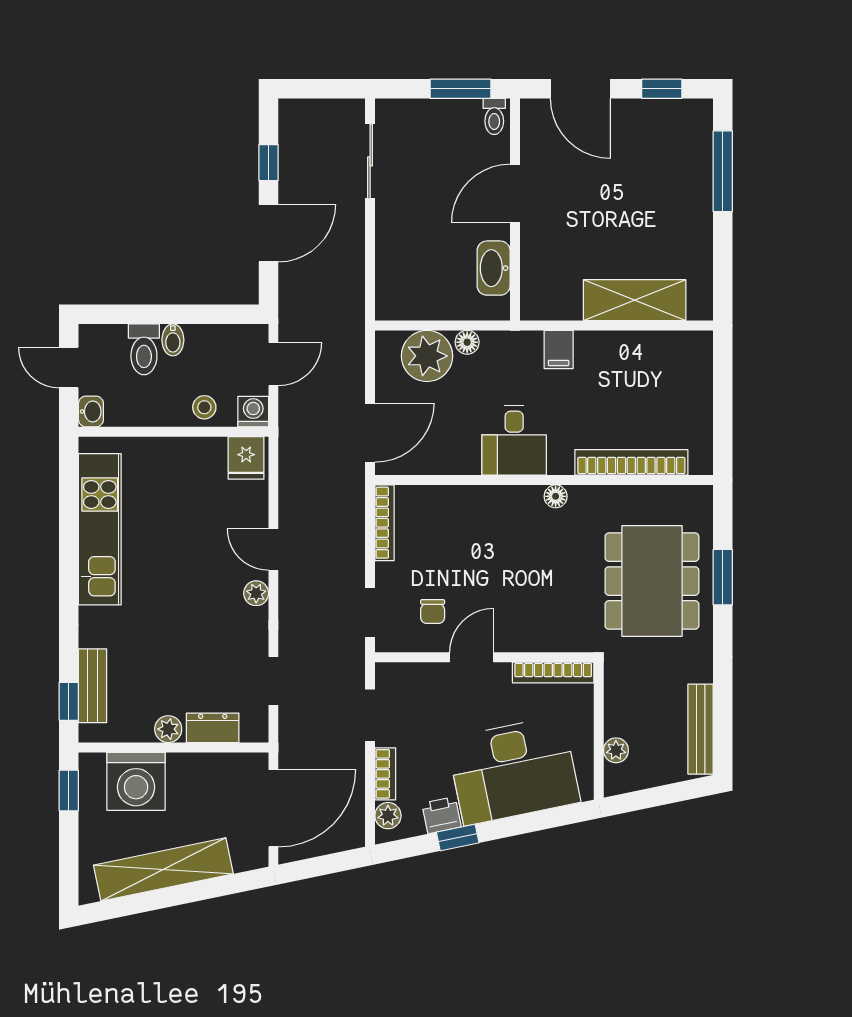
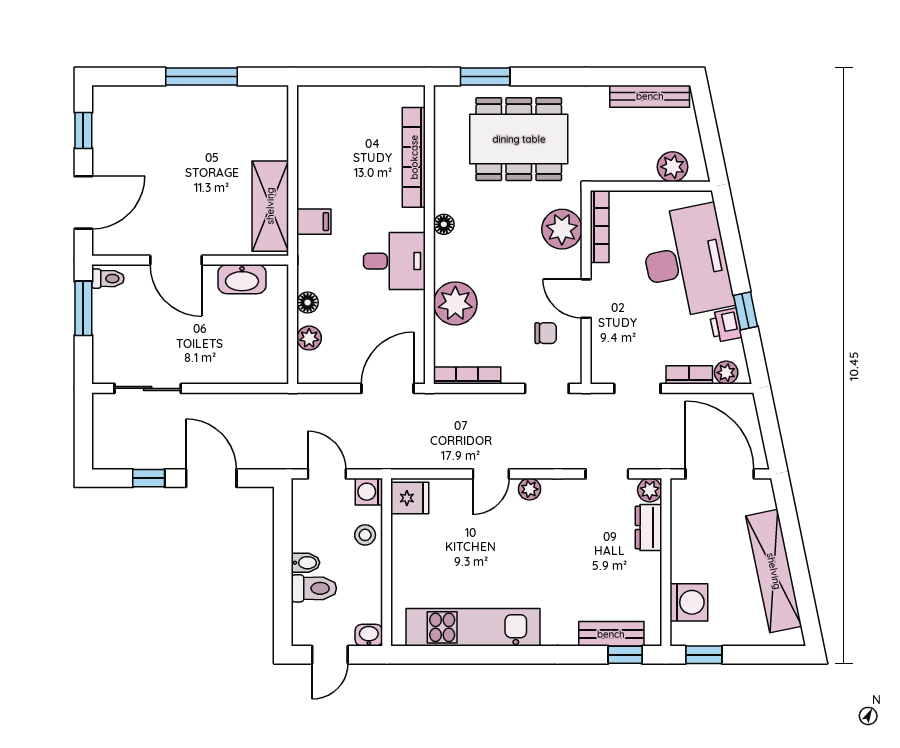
window: (723, 171) -> (201, 76), moved
shelving: (635, 300) -> (270, 206), moved
plant: (427, 356) -> (309, 338), width x0.53, depth x0.53
door: (370, 433) -> (387, 388), hinge flipped
plant: (466, 509) -> (455, 303), added
window: (723, 577) -> (485, 76), moved
plant: (550, 630) -> (562, 229), added
plant: (168, 729) -> (650, 490), moved
plant: (616, 750) -> (673, 167), width x1.38, depth x1.38
washing machine: (136, 781) -> (689, 602), width x0.73, depth x0.73

